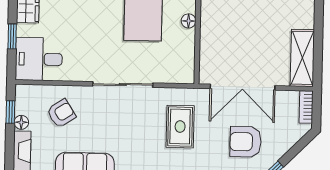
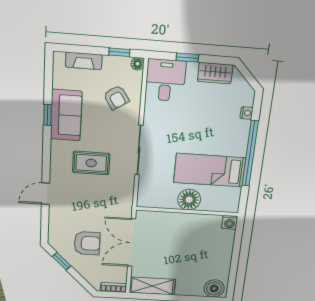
floor lamp: (189, 21) -> (189, 200), width x1.89, depth x1.89
floor lamp: (21, 122) -> (138, 64), moved
rug: (180, 127) -> (91, 163), moved
armchair: (245, 142) -> (87, 243), turned 90

